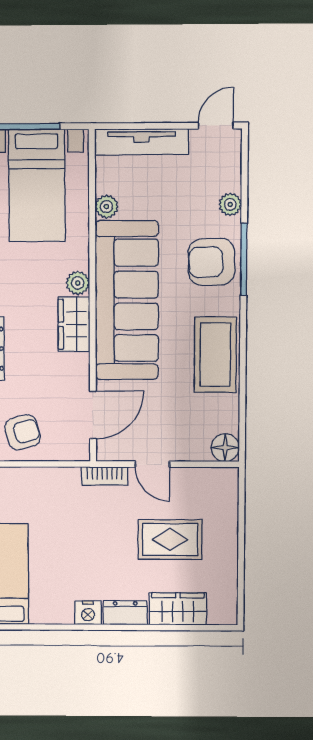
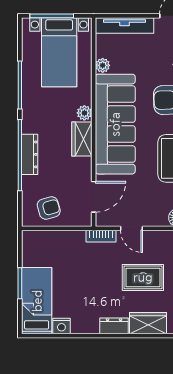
nightstand: (88, 613) -> (61, 326), moved

